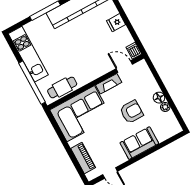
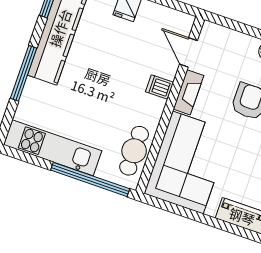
dishwasher: (134, 51) -> (160, 87), moved
door: (124, 66) -> (188, 52), hinge flipped

